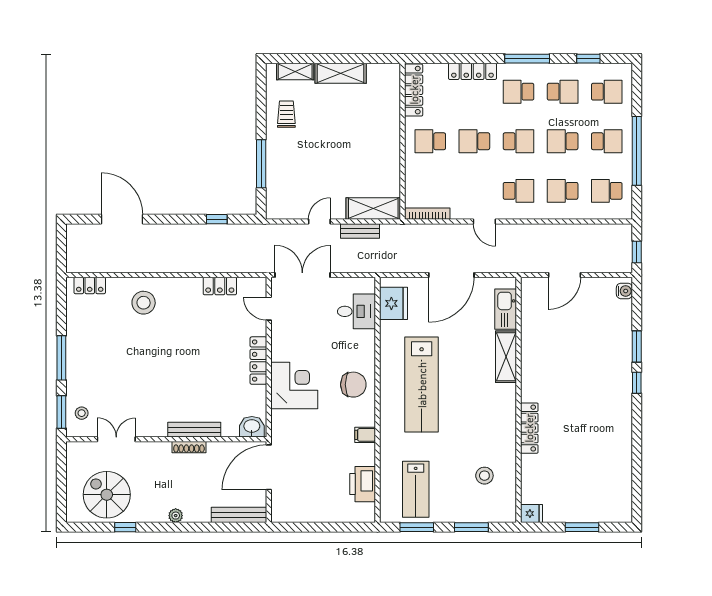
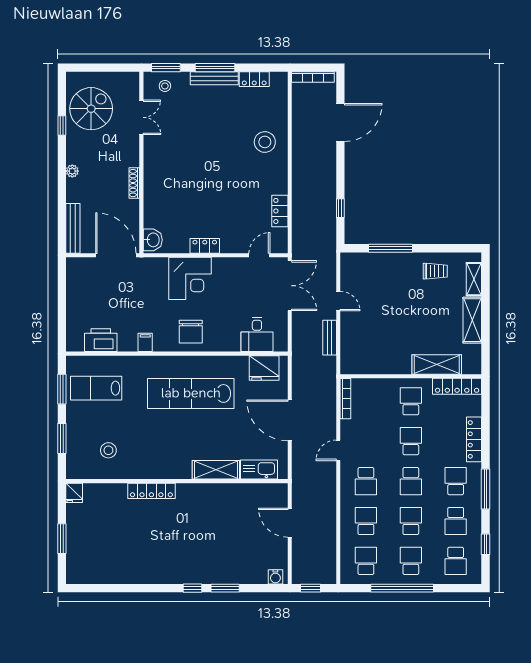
school desk: (607, 141) -> (411, 561), turned 180
shelving: (373, 209) -> (437, 364), moved, turned 90
bookcase: (72, 250) -> (313, 77), added
locker: (90, 285) -> (254, 79), moved, turned -90
locker: (258, 361) -> (205, 246), width x0.66
bench: (194, 430) -> (214, 78), moved, turned 90

